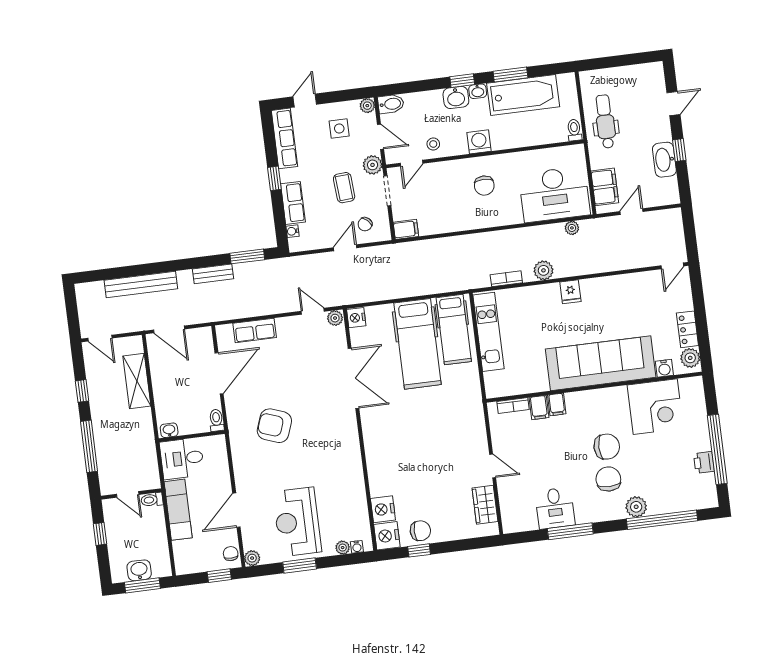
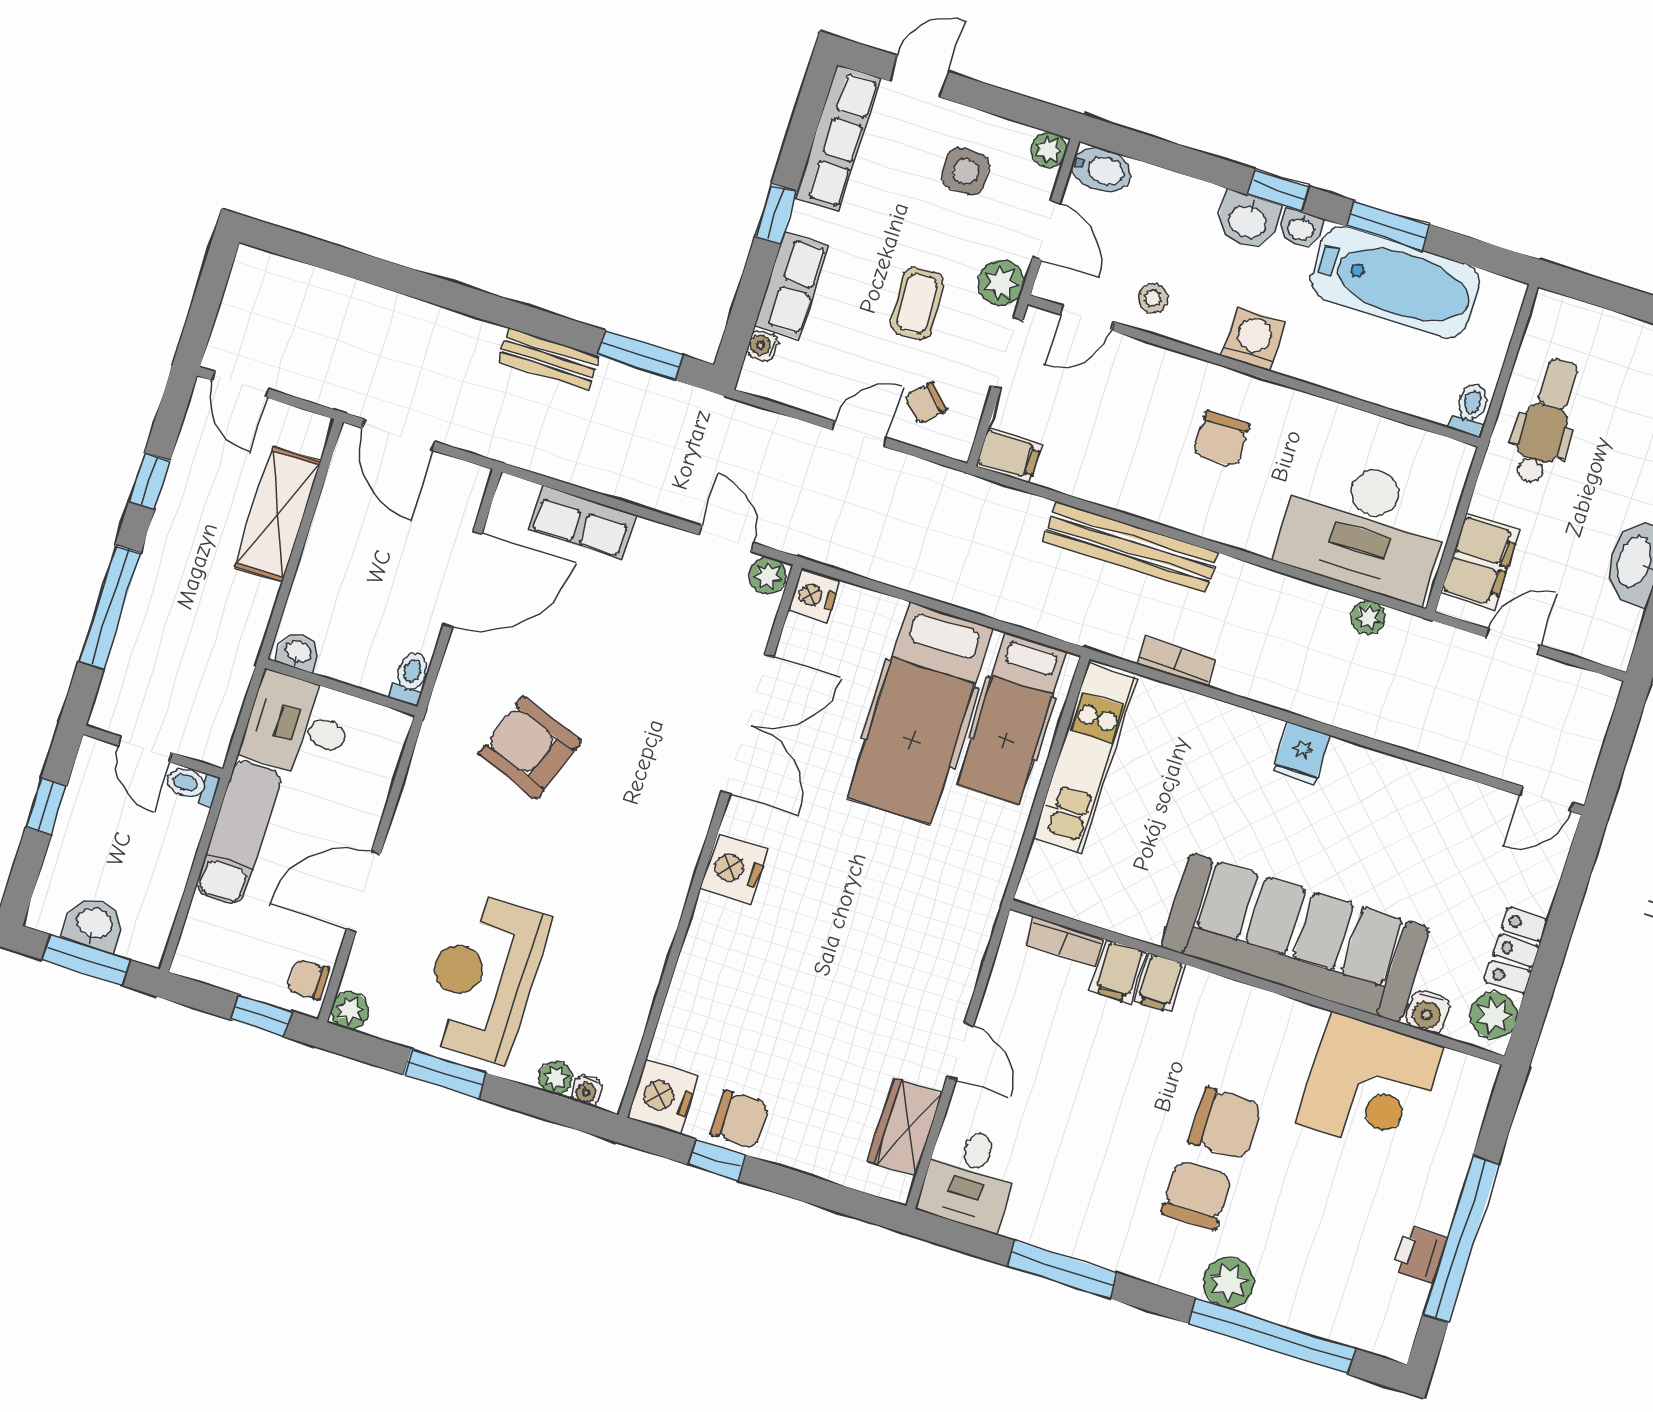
plant: (543, 270) -> (1265, 680), removed
bench: (141, 284) -> (1131, 547), moved
desk: (555, 508) -> (969, 1178), moved
nightstand: (383, 509) -> (733, 869), moved
chair: (231, 554) -> (308, 979), turned -90

